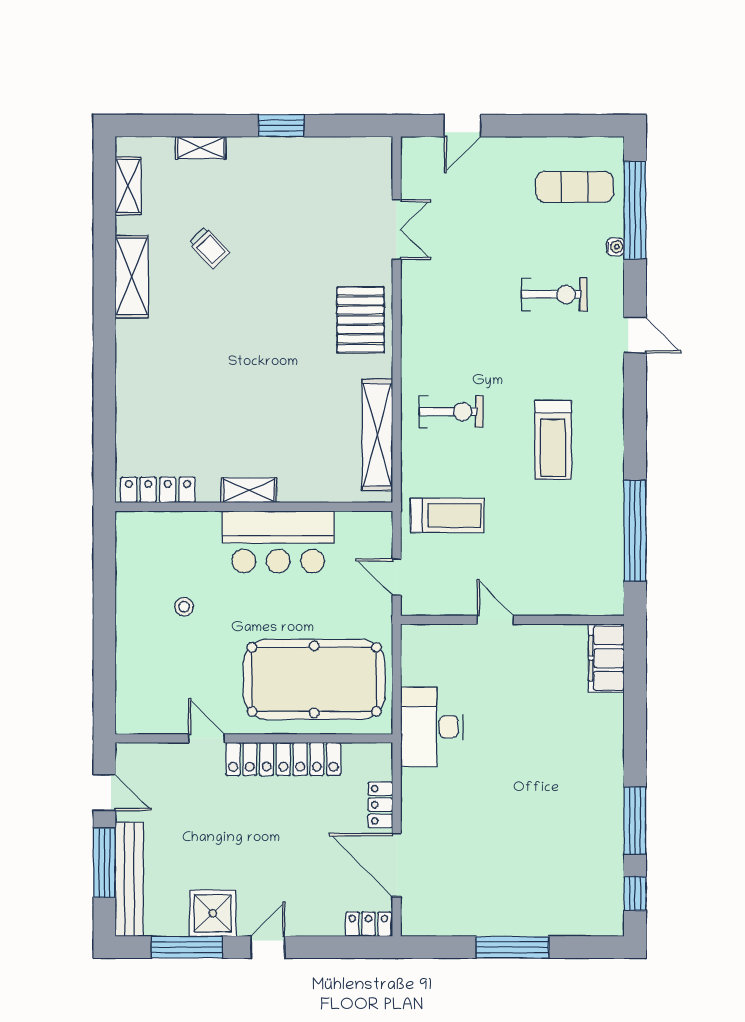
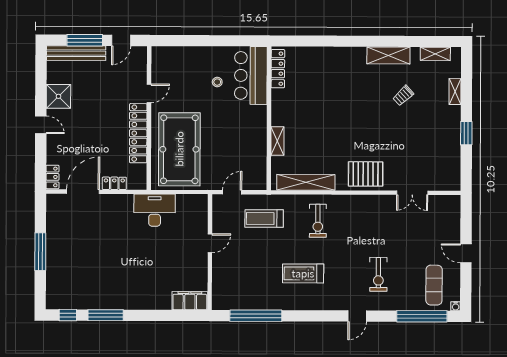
door: (462, 126) -> (466, 253), moved
water cooler: (615, 247) -> (456, 306), moved
shelving: (249, 490) -> (277, 141), moved
treadmill: (447, 516) -> (264, 218), turned 90
bar counter: (278, 542) -> (251, 75), moved
window: (187, 947) -> (41, 83), removed

